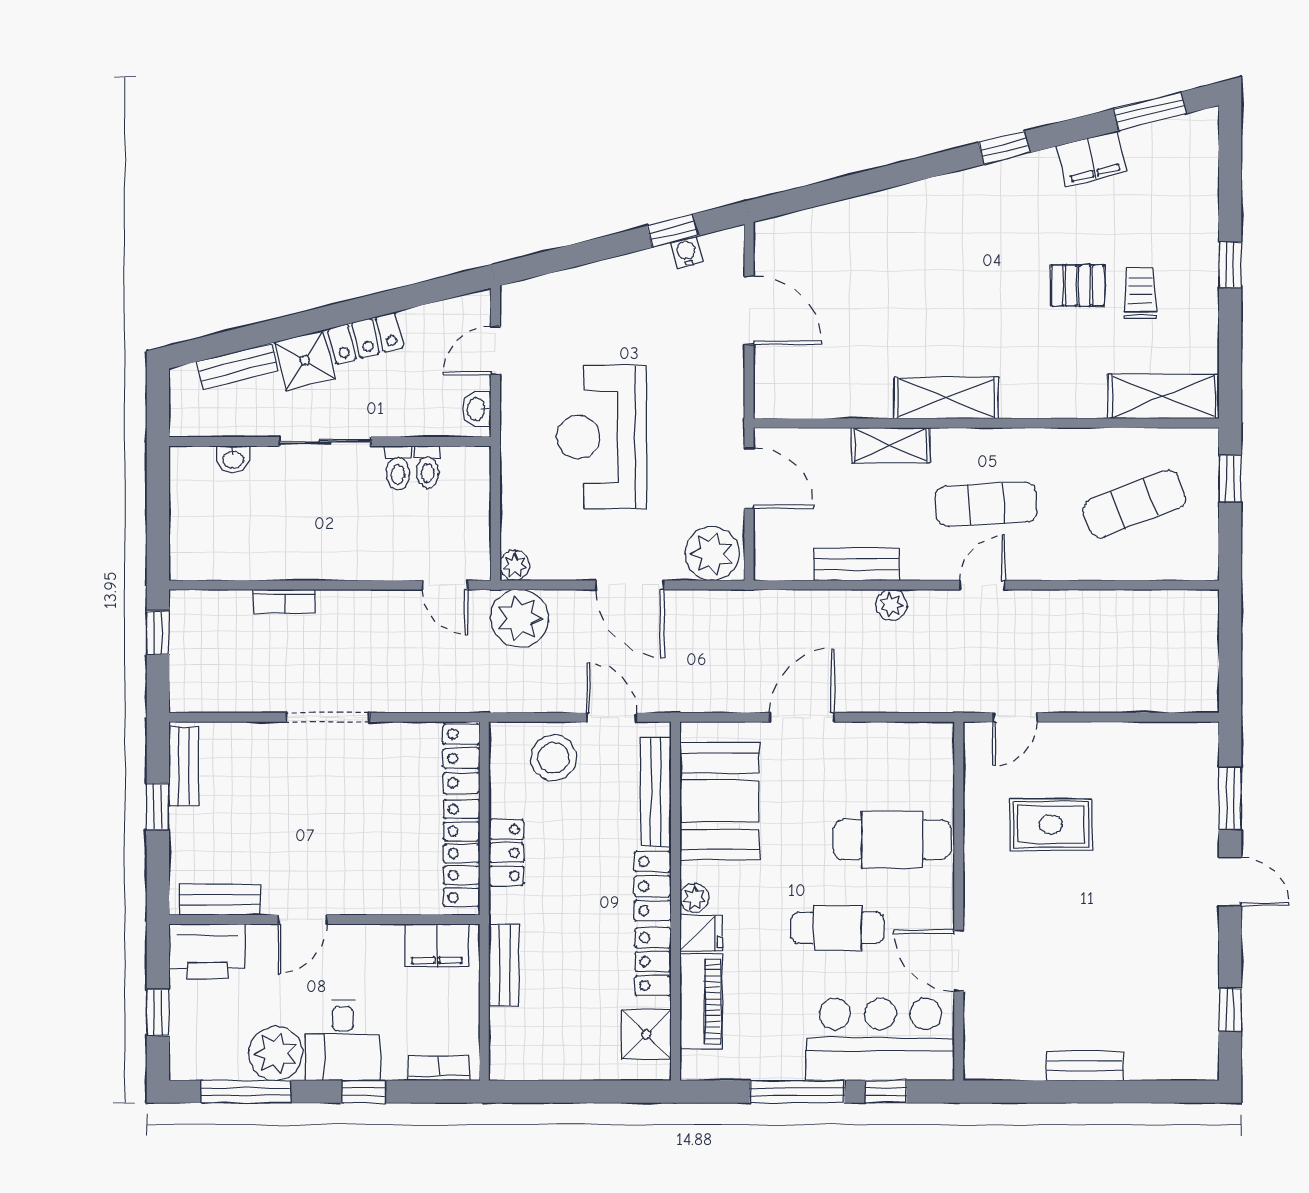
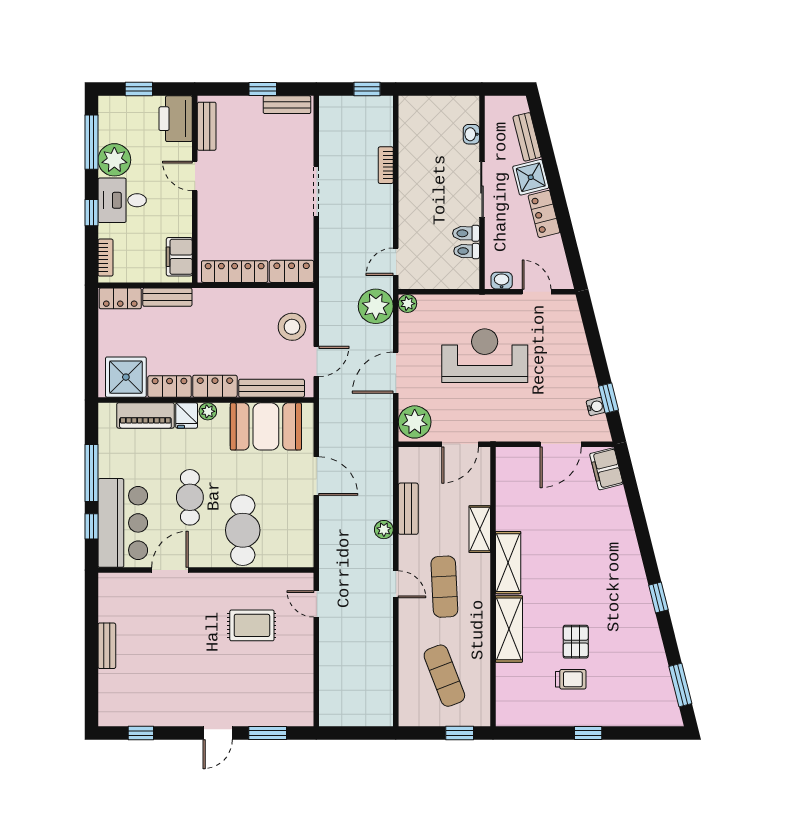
filing cabinet: (1092, 159) -> (606, 469), moved
shelving: (1163, 397) -> (509, 629), moved
rug: (1051, 824) -> (252, 625), turned 90
locker: (506, 853) -> (120, 298), moved
shower: (646, 1034) -> (126, 377), width x1.36, depth x1.36

